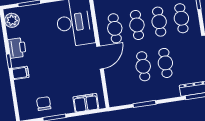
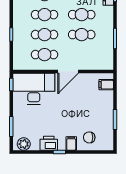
door: (100, 57) -> (68, 71), swing flipped
filing cabinet: (86, 103) -> (106, 85), width x0.50
chair: (44, 104) -> (89, 137), moved

